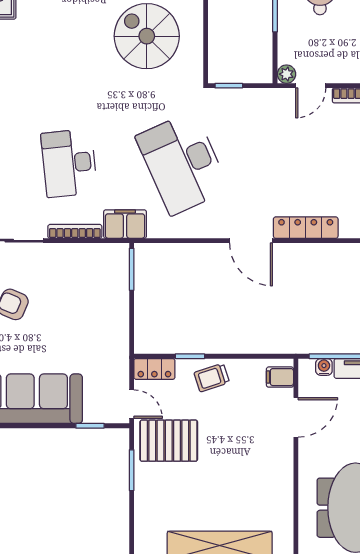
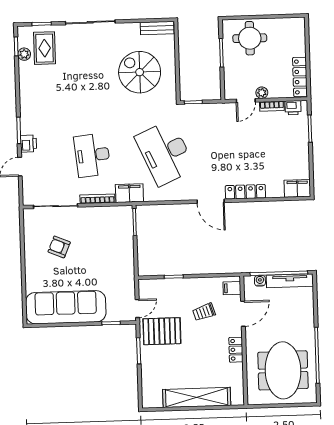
plant: (286, 74) -> (262, 93), moved
locker: (154, 369) -> (236, 350), moved, turned 90
trolley: (212, 378) -> (204, 312), moved
door: (132, 404) -> (137, 308), hinge flipped

